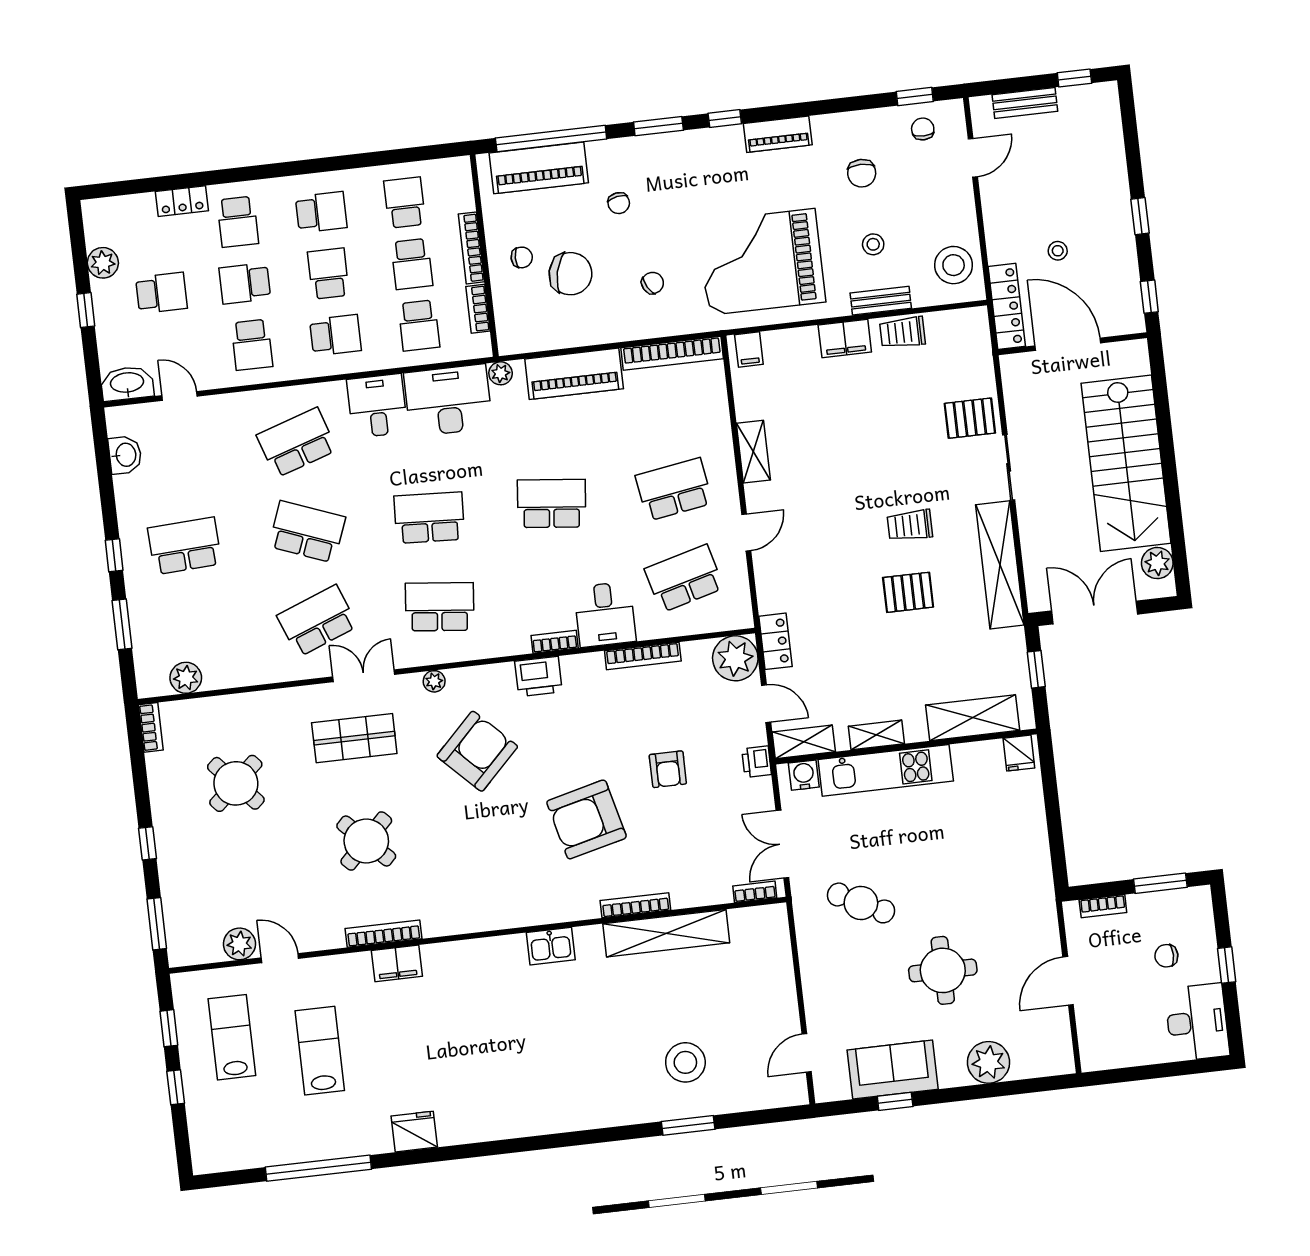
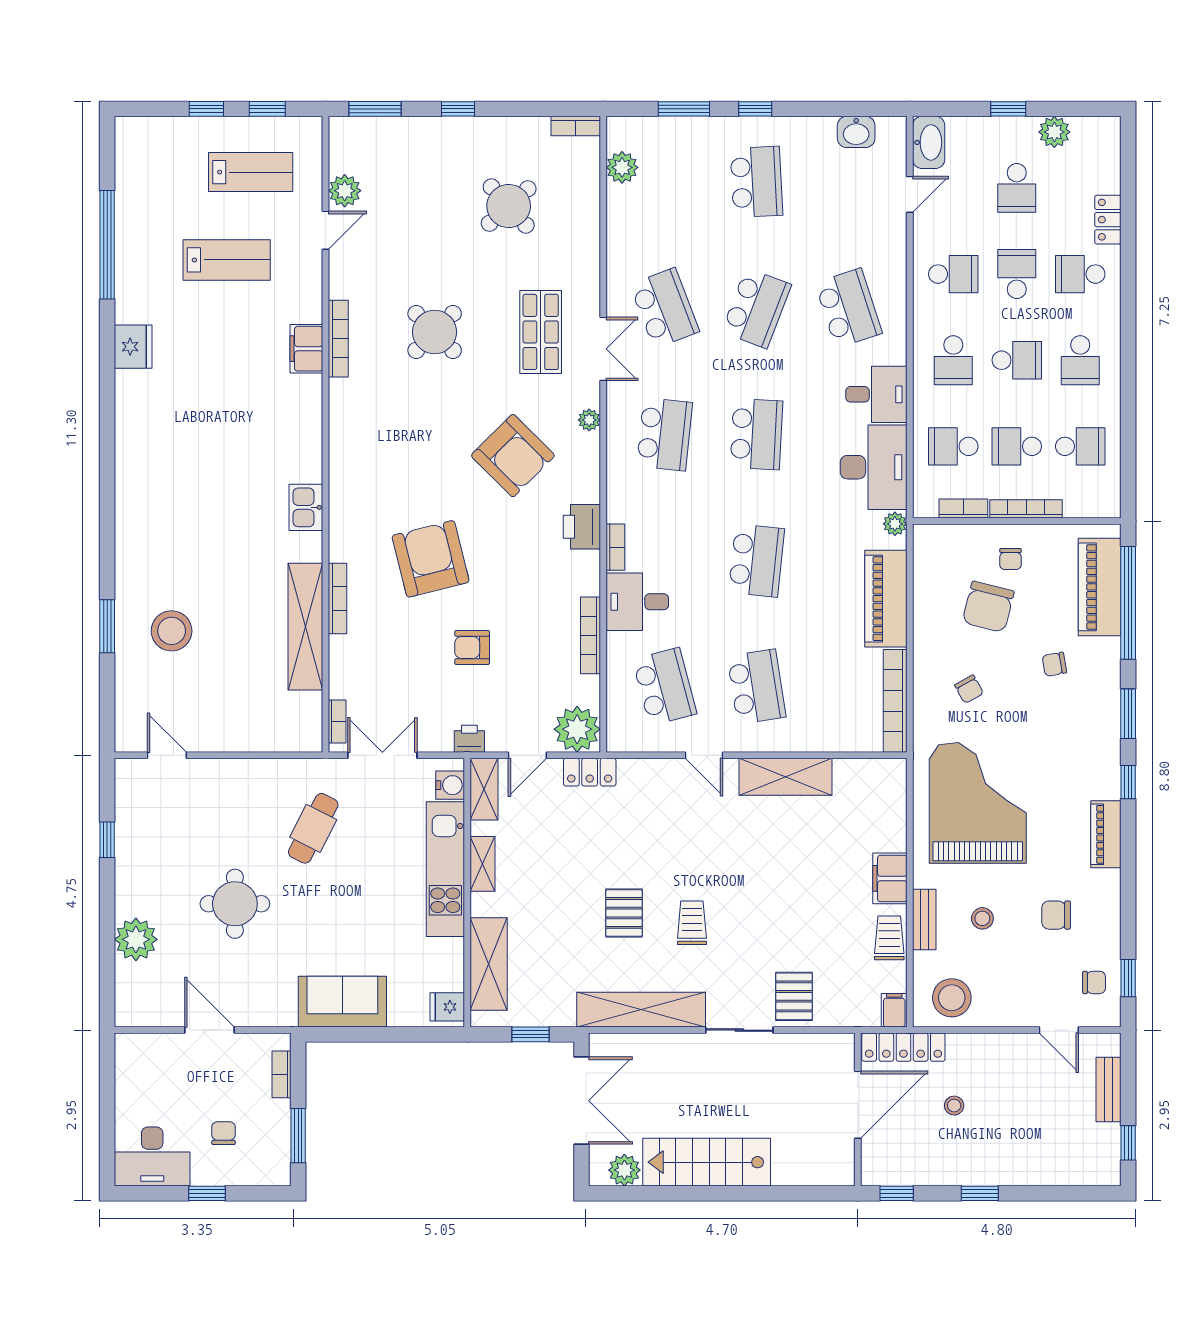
school desk: (252, 345) -> (953, 274), turned 180
filing cabinet: (749, 350) -> (894, 1010), moved, turned 90
shelving: (753, 452) -> (785, 777), width x1.50, depth x1.33
stairs: (1126, 463) -> (707, 1162), width x0.73, depth x0.66
sofa: (893, 1070) -> (342, 1002), moved, turned -90

